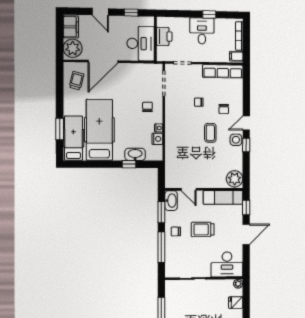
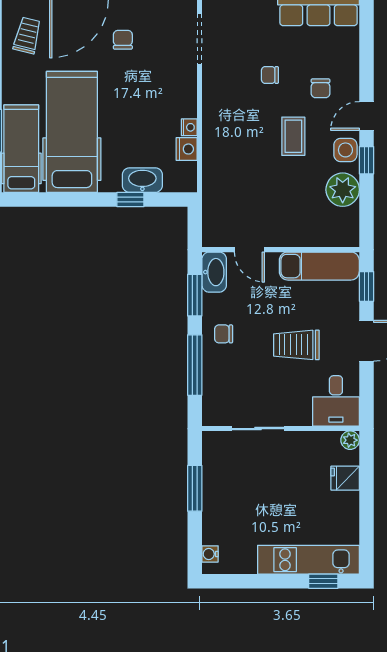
chair: (147, 107) -> (123, 40), moved
plant: (235, 179) -> (343, 190), moved
trolley: (203, 229) -> (296, 345), moved
desk: (227, 264) -> (336, 401), width x0.73

